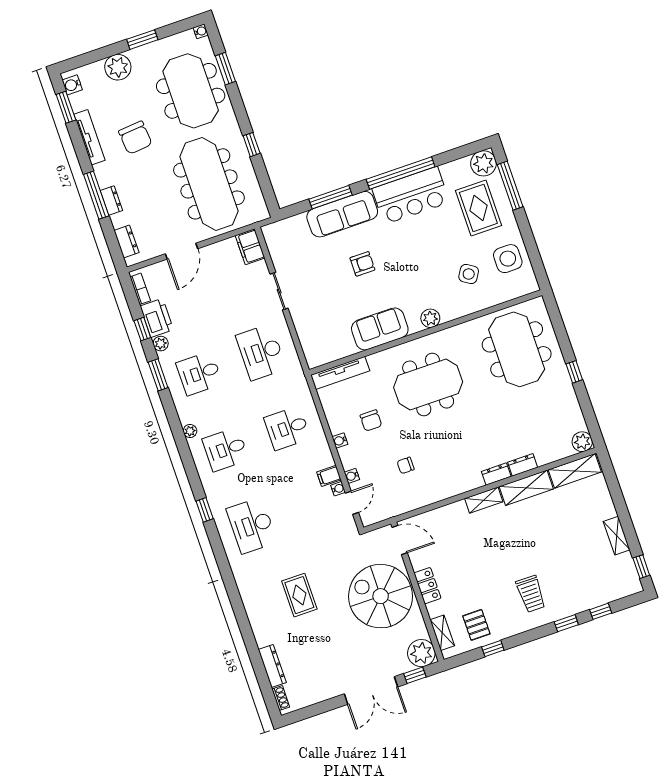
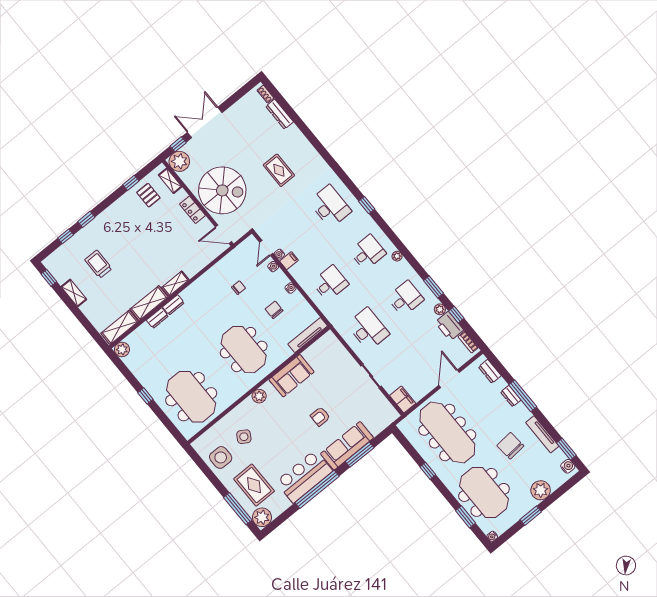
meeting table: (428, 385) -> (244, 350), turned 90
trolley: (531, 594) -> (98, 264), moved

